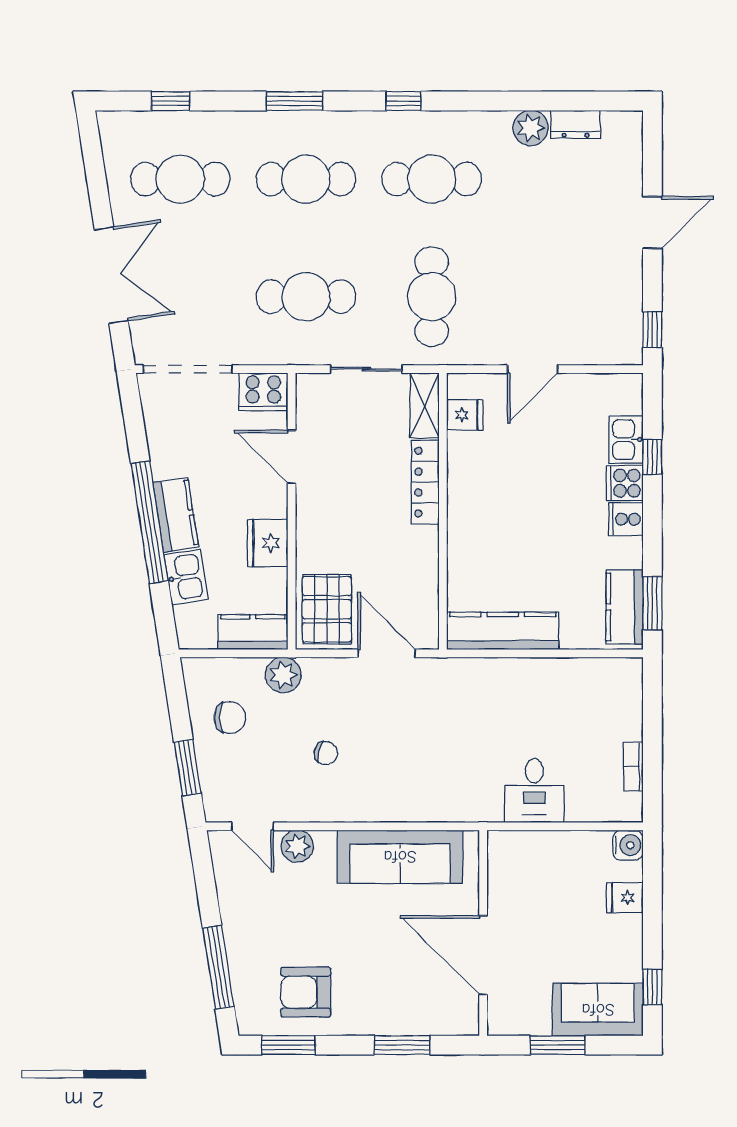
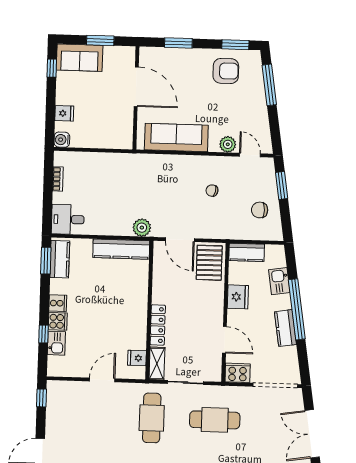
kitchen counter: (176, 515) -> (285, 328), moved
plant: (283, 675) -> (142, 228), moved
desk: (534, 791) -> (68, 219), moved, turned -90

